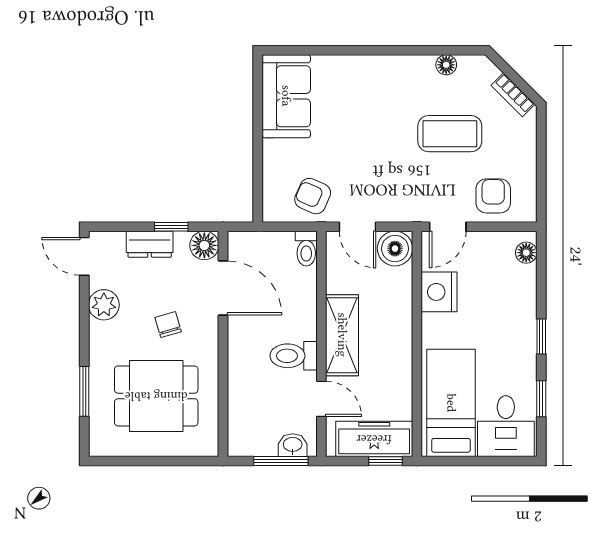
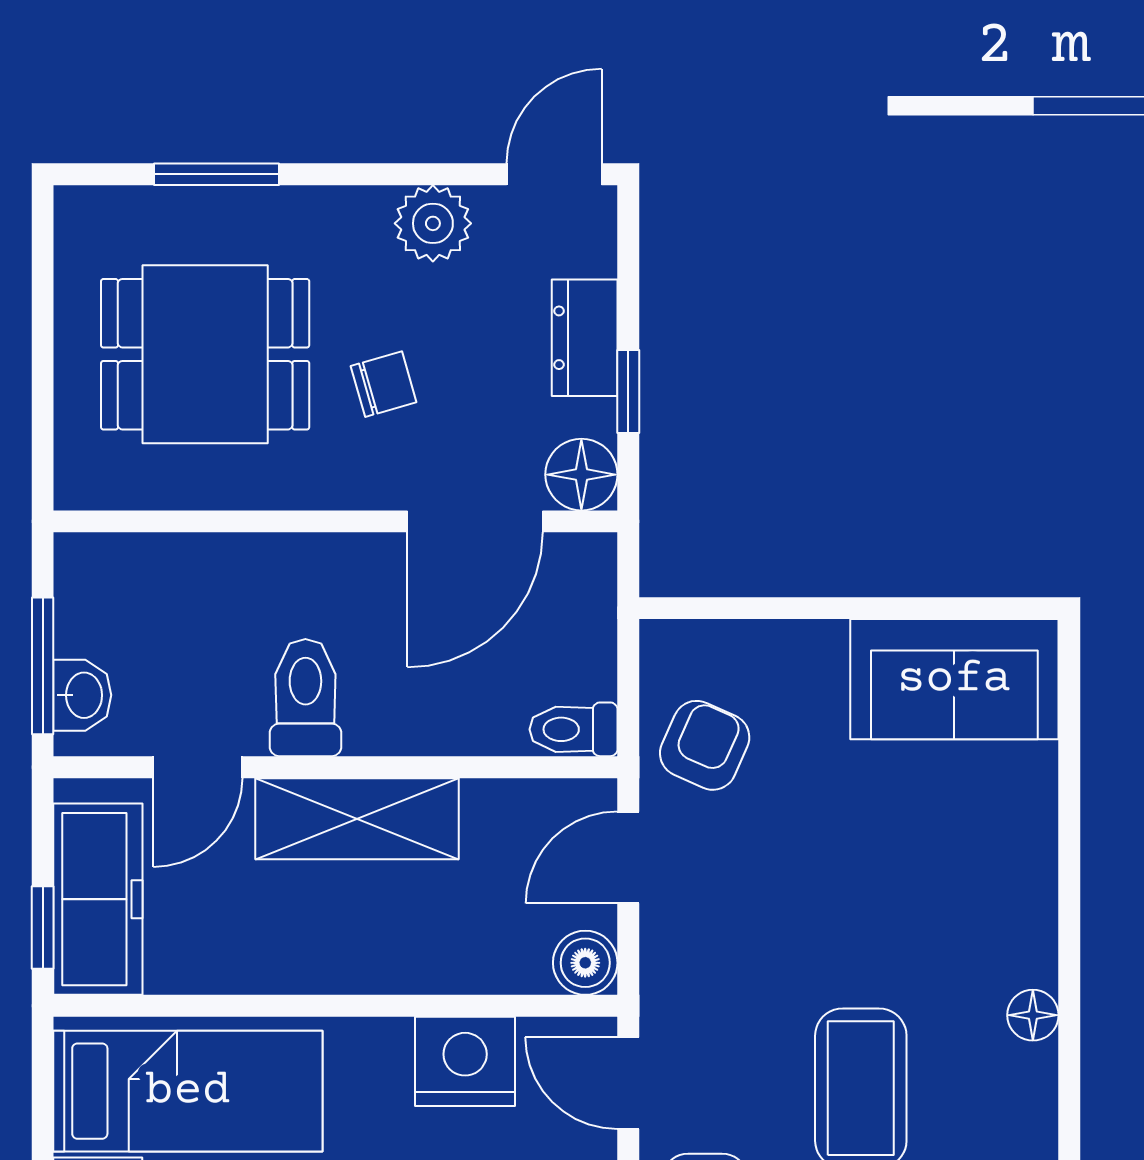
floor lamp: (446, 65) -> (1033, 1015), moved
boiler: (395, 249) -> (585, 963), width x0.73, depth x0.73
dining table: (156, 396) -> (205, 354), turned 90

